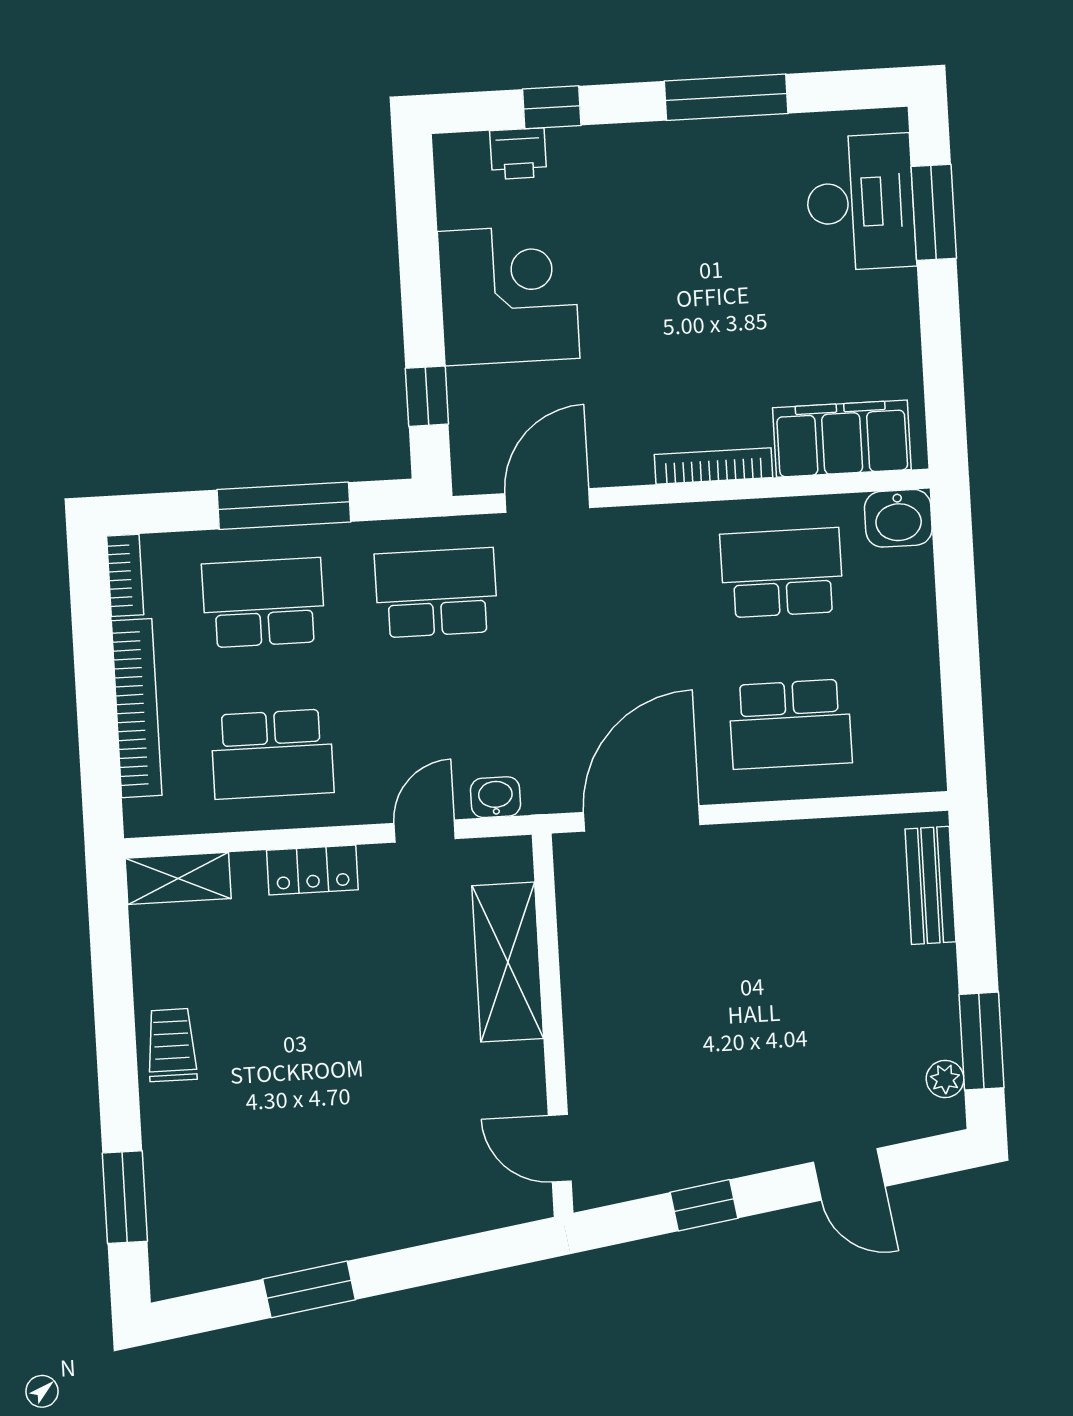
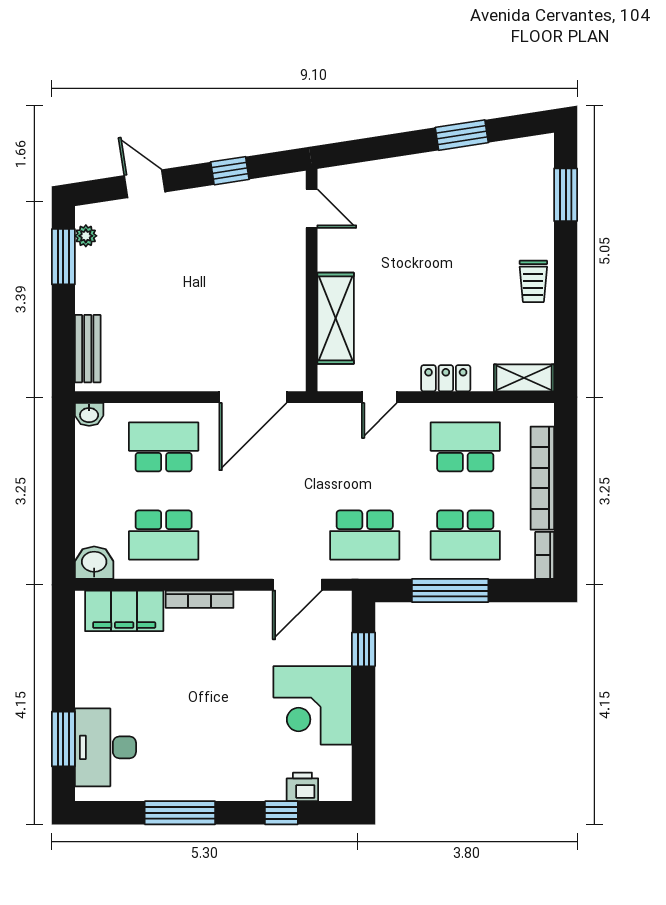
washbasin: (496, 797) -> (89, 414), moved

